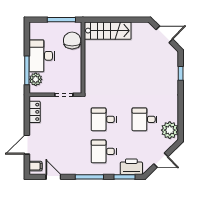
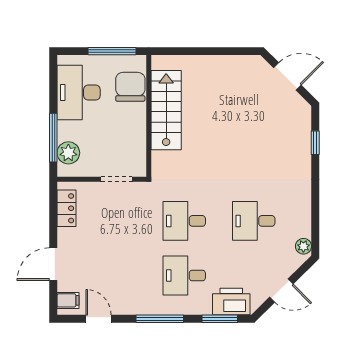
stairs: (108, 31) -> (166, 110), moved, turned -90
desk: (42, 56) -> (79, 93), moved
plant: (170, 130) -> (303, 246), width x0.53, depth x0.53

